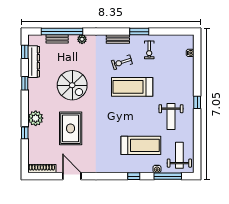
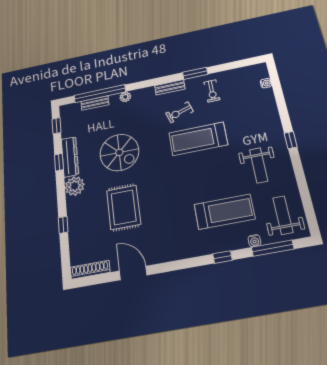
dresser: (34, 62) -> (70, 157), moved
plant: (36, 118) -> (75, 186), moved

